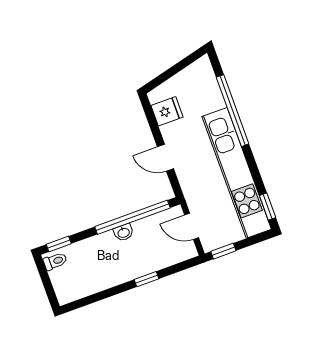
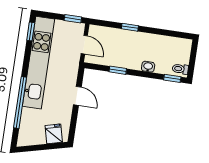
fridge: (167, 111) -> (54, 134), moved, turned 76
window: (132, 217) -> (118, 70), width x0.32
washbasin: (123, 232) -> (148, 67), moved

